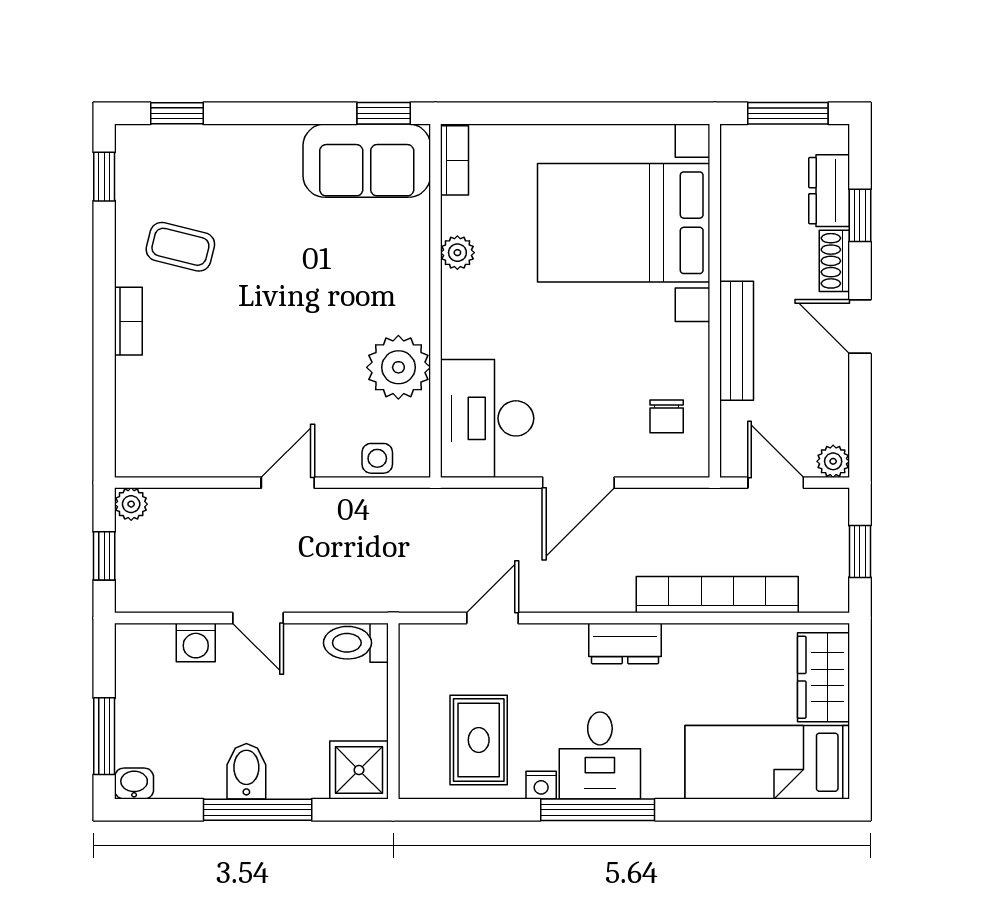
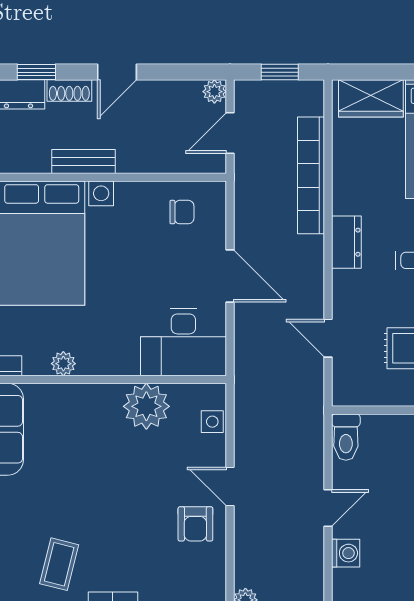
bench: (737, 341) -> (84, 161), moved, width x0.73
armchair: (236, 435) -> (195, 524), added

